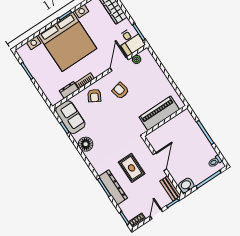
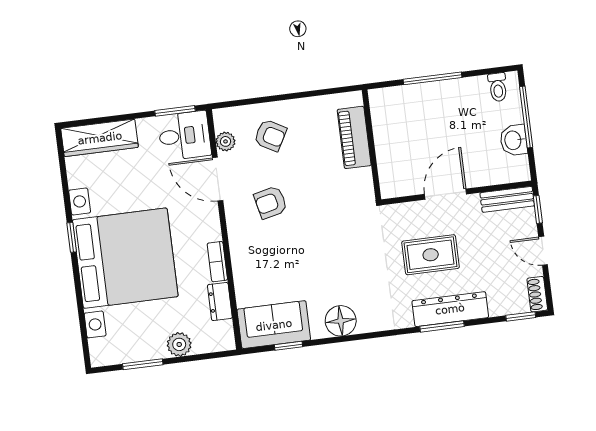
plant: (43, 82) -> (179, 344), added
armchair: (94, 96) -> (270, 135), moved
piano: (159, 113) -> (354, 137), width x0.73, depth x0.75
door: (160, 162) -> (446, 194), hinge flipped
washbasin: (186, 185) -> (514, 140), moved

